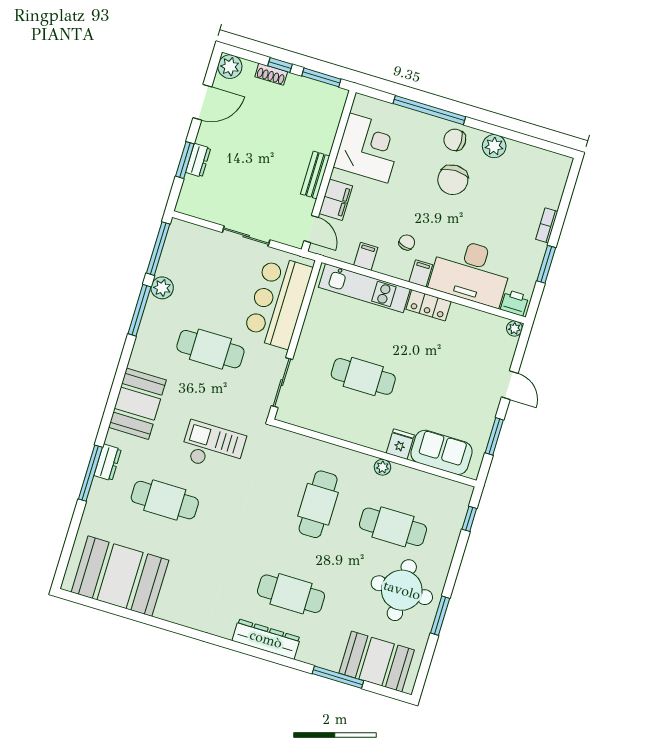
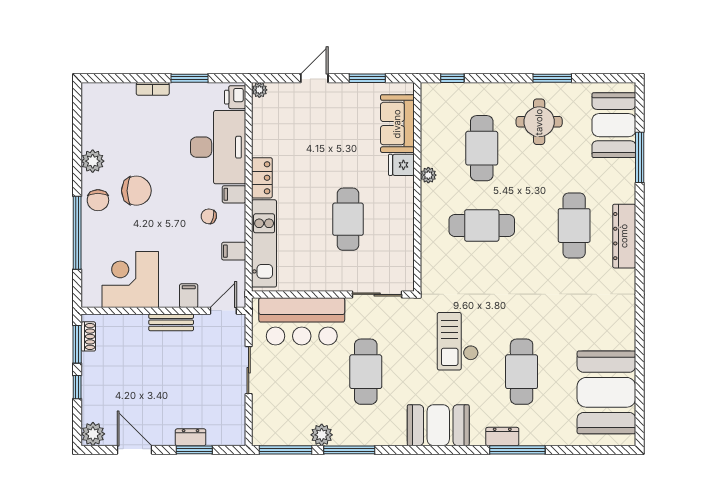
shoe rack: (271, 74) -> (88, 336), moved
filing cabinet: (336, 200) -> (189, 296), width x0.50
round table: (402, 590) -> (539, 122), width x0.73, depth x0.73

